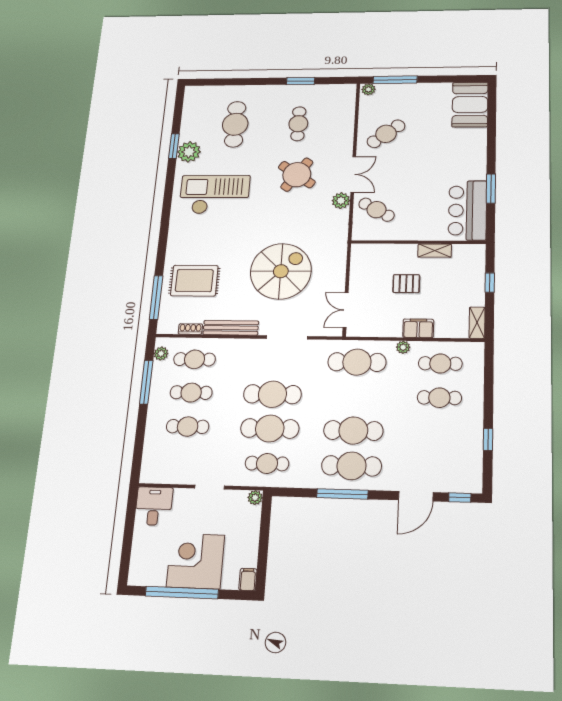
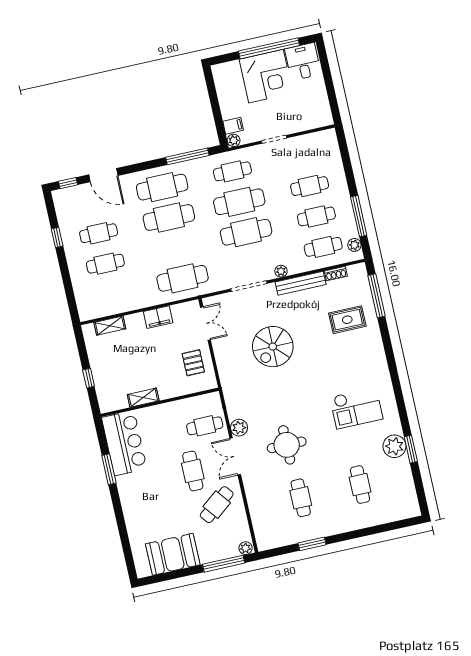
booth: (470, 105) -> (173, 554), moved, turned 90
cafe table: (235, 124) -> (360, 485), width x0.73, depth x0.74
cafe table: (402, 170) -> (193, 471), added
round table: (297, 175) -> (287, 445), turned -35
checkout: (214, 195) -> (356, 408), width x0.73, depth x0.83
cafe table: (376, 210) -> (205, 426), turned -30
spiral stairs: (281, 271) -> (273, 347), width x0.73, depth x0.73
rug: (194, 281) -> (347, 320), width x0.73, depth x0.70
pallet: (406, 284) -> (193, 363), moved, turned 90
shelving: (477, 323) -> (110, 326), moved, turned 90
filing cabinet: (418, 328) -> (158, 317), moved
plant: (403, 347) -> (281, 271), moved
cafe table: (440, 363) -> (99, 233), moved
window: (342, 494) -> (187, 156), moved
door: (416, 496) -> (103, 175), swing flipped
desk: (154, 506) -> (303, 62), moved, turned 180
filing cabinet: (248, 579) -> (233, 126), moved, turned -90

